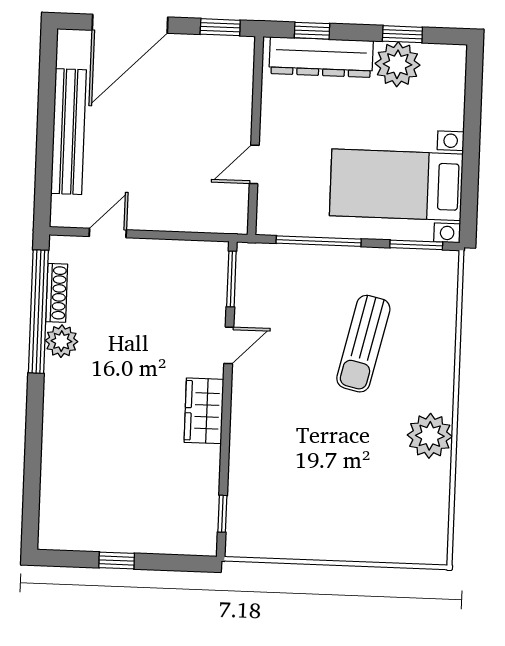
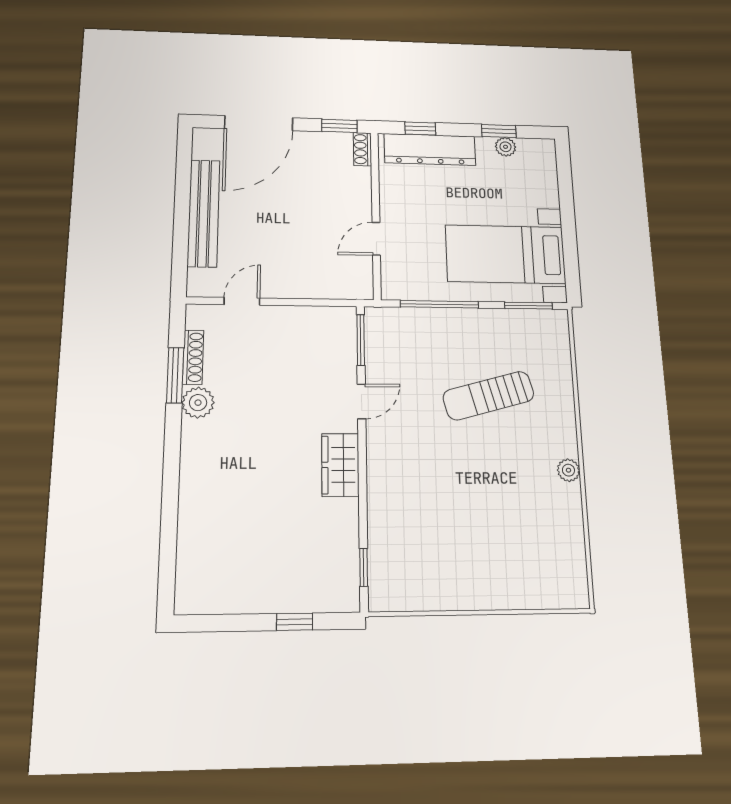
shoe rack: (245, 56) -> (362, 149), added
plant: (397, 64) -> (506, 147), width x0.53, depth x0.53
window: (38, 312) -> (175, 375), width x0.47
sun lounger: (363, 344) -> (489, 396), turned 62
plant: (430, 436) -> (568, 470), width x0.53, depth x0.53
window: (117, 561) -> (295, 622), moved

